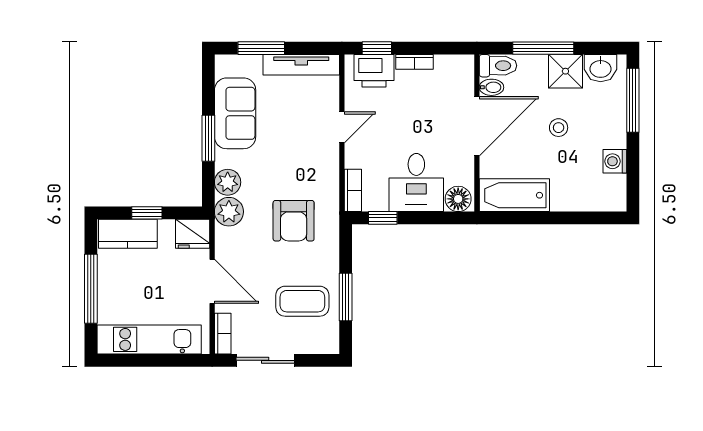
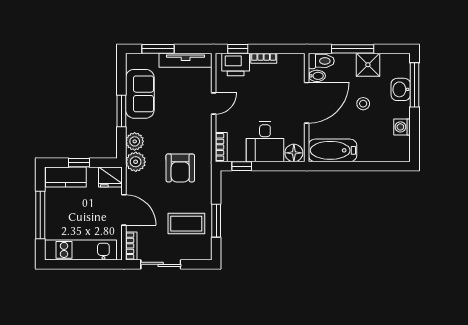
washbasin: (601, 68) -> (401, 89), moved, turned 90

